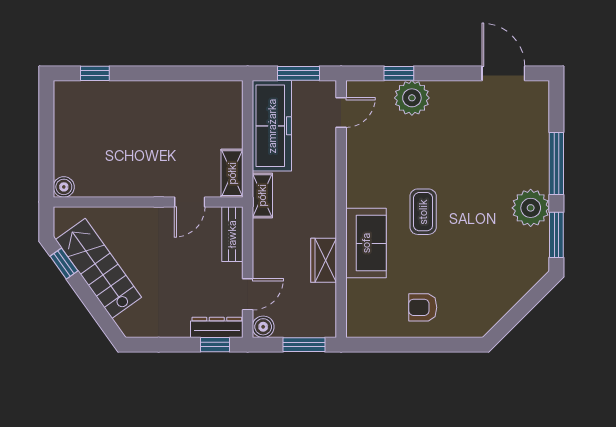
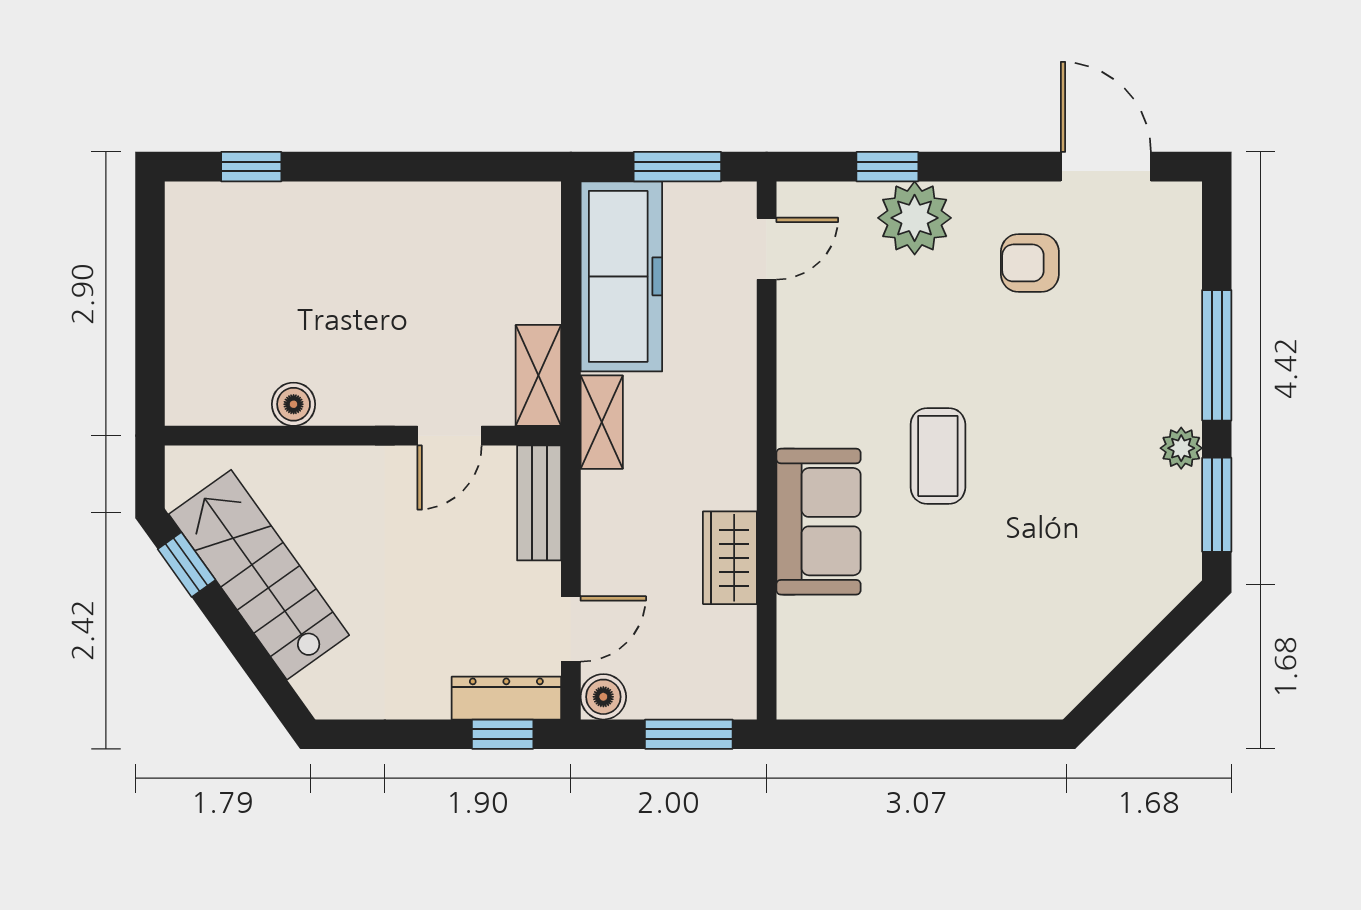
boiler: (64, 187) -> (294, 404), moved
plant: (531, 208) -> (1181, 448), width x0.53, depth x0.53
armchair: (423, 307) -> (1030, 263), moved

